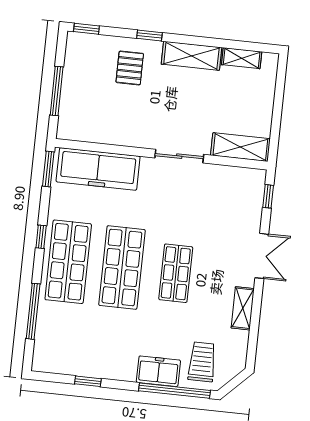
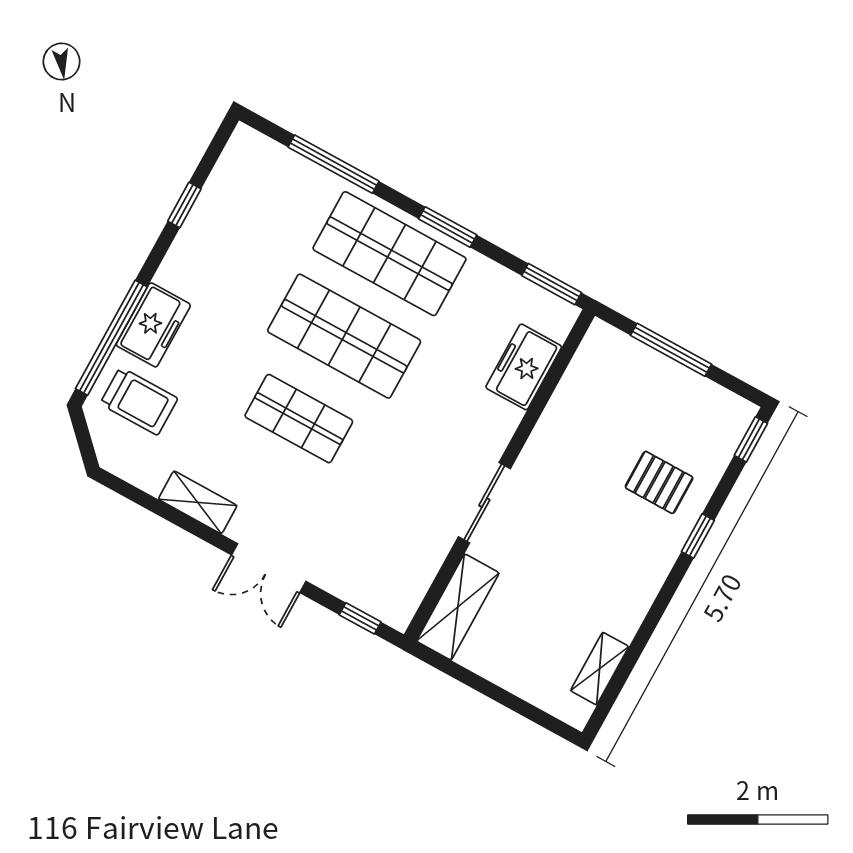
shelving: (191, 56) -> (637, 590), removed
freezer: (98, 169) -> (524, 367), width x0.52, depth x0.79
window: (41, 237) -> (448, 227), width x1.50

